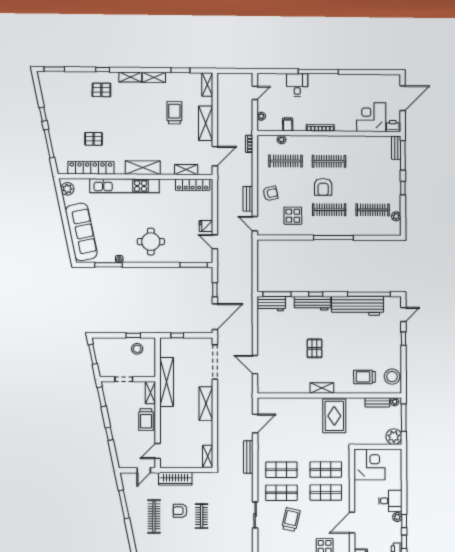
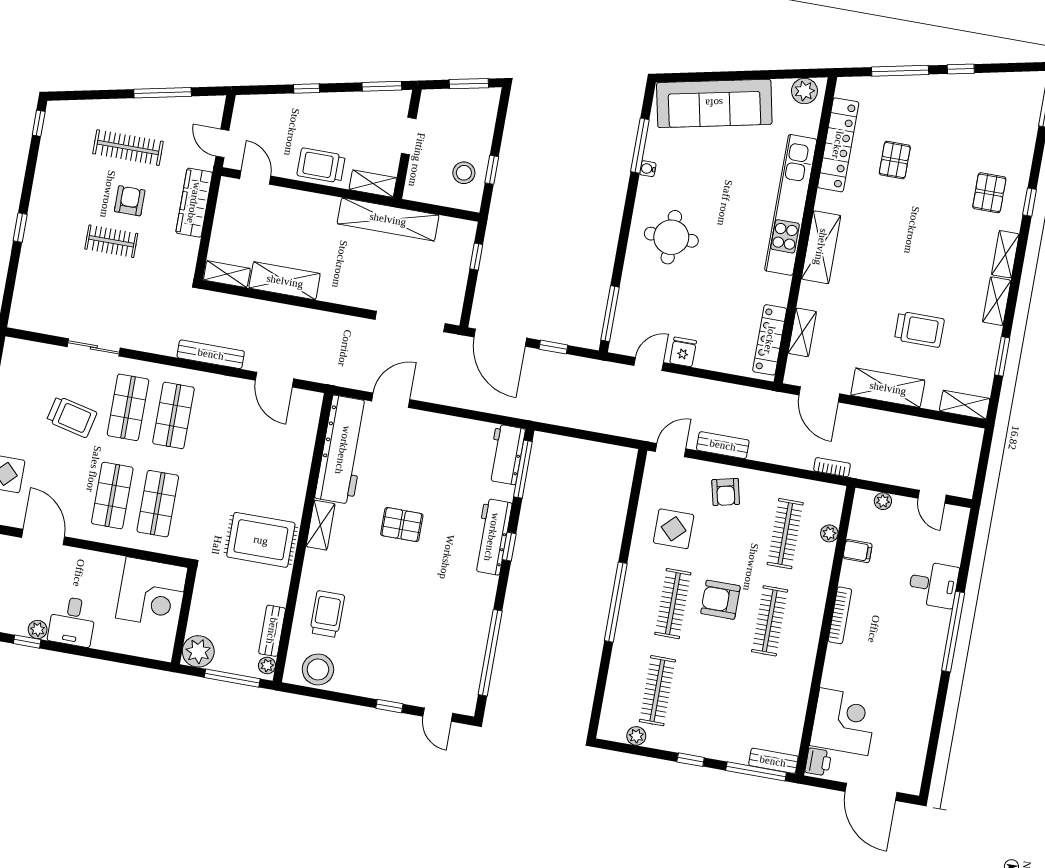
workbench: (358, 306) -> (343, 450), moved, turned 180
shelving: (206, 404) -> (285, 281), moved

